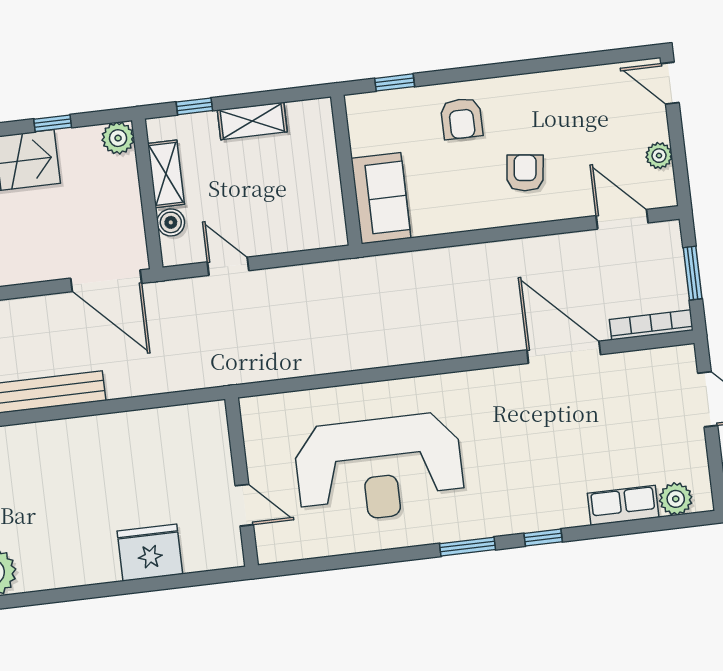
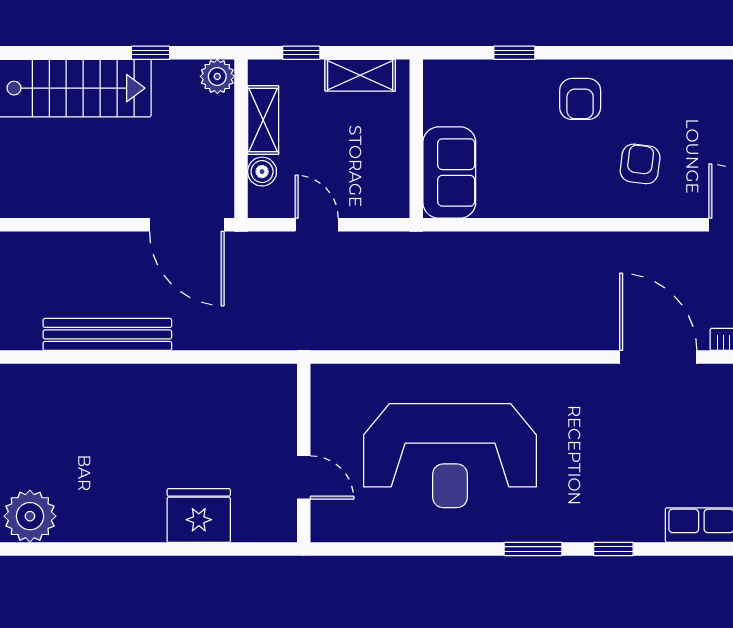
wall: (346, 170) -> (416, 139), moved
sofa: (381, 198) -> (449, 172), moved

